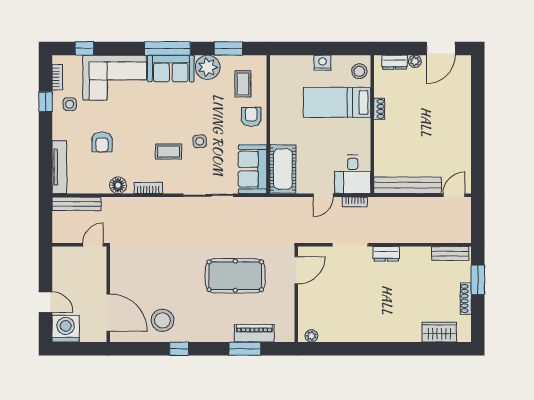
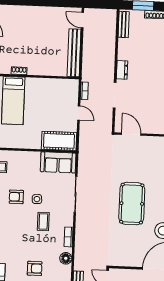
armchair: (251, 117) -> (16, 197), moved
desk: (353, 174) -> (65, 91), removed
pool table: (235, 276) -> (132, 204), moved

